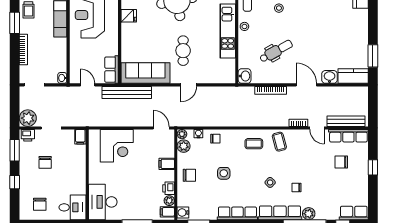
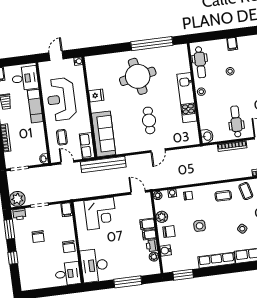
dental chair: (276, 51) -> (236, 121), moved, turned -61
coffee table: (85, 57) -> (62, 137), added
sofa: (145, 73) -> (104, 134), moved, turned 90
plant: (184, 146) -> (162, 217), moved
chair: (40, 204) -> (69, 247), moved
filing cabinet: (167, 212) -> (149, 235), moved
water cooler: (183, 213) -> (166, 251), moved

